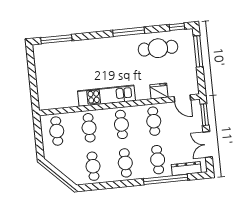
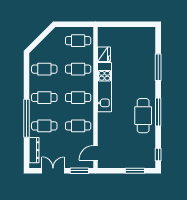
window: (56, 39) -> (158, 67), moved
cafe table: (158, 48) -> (143, 116), moved
window: (198, 51) -> (135, 171), width x0.69
fridge: (159, 91) -> (104, 54), moved
window: (166, 179) -> (26, 118), moved

